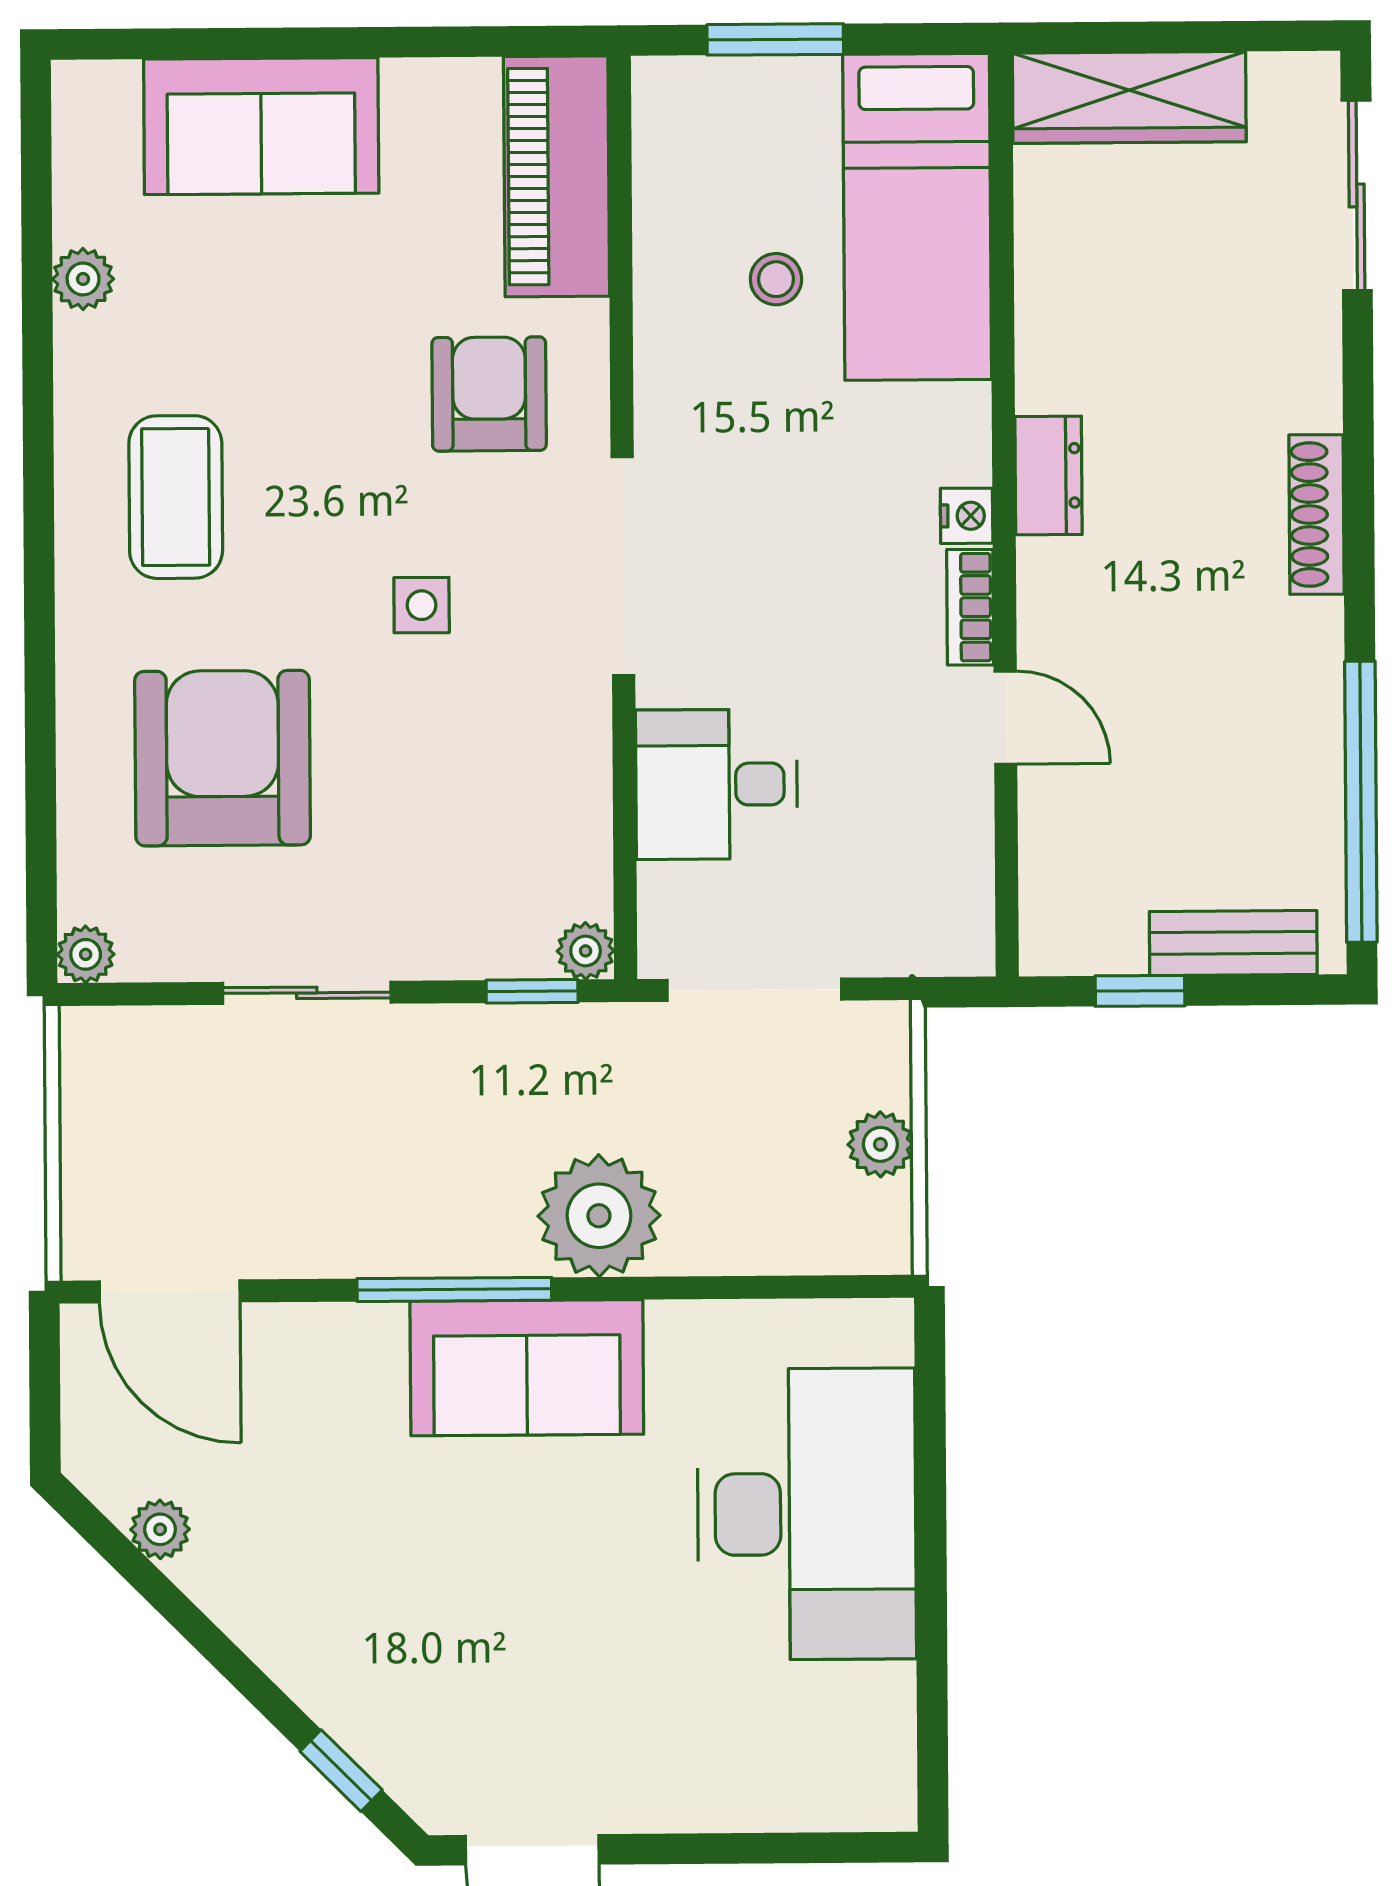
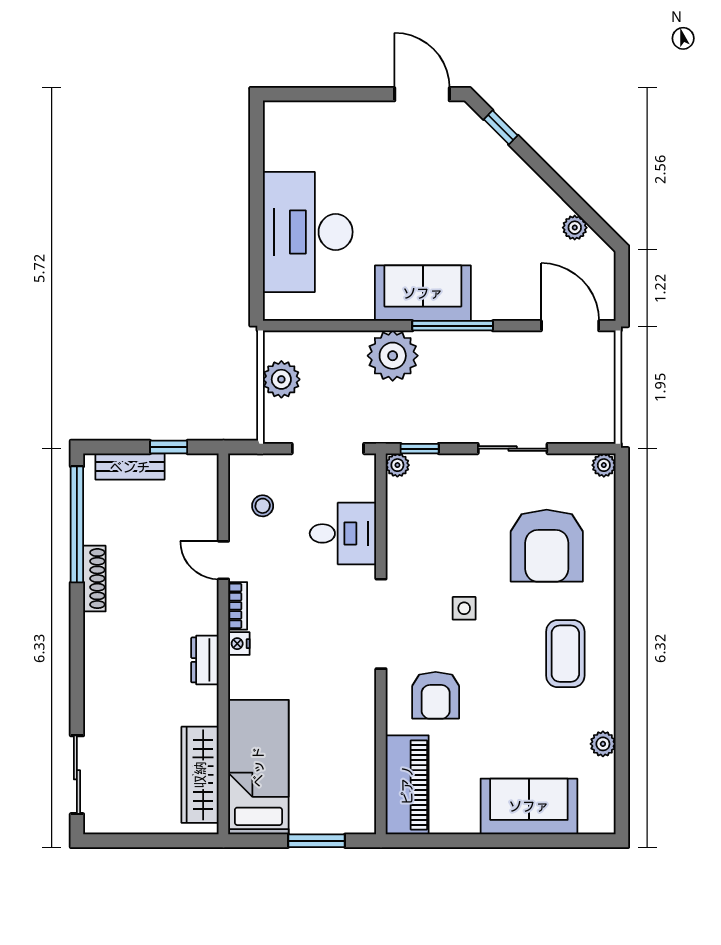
wardrobe: (1129, 97) -> (200, 775), moved, turned -90
stool: (776, 279) -> (263, 506), moved
shoe rack: (1317, 514) -> (94, 579), moved
plant: (880, 1144) -> (281, 379), width x1.38, depth x1.38

